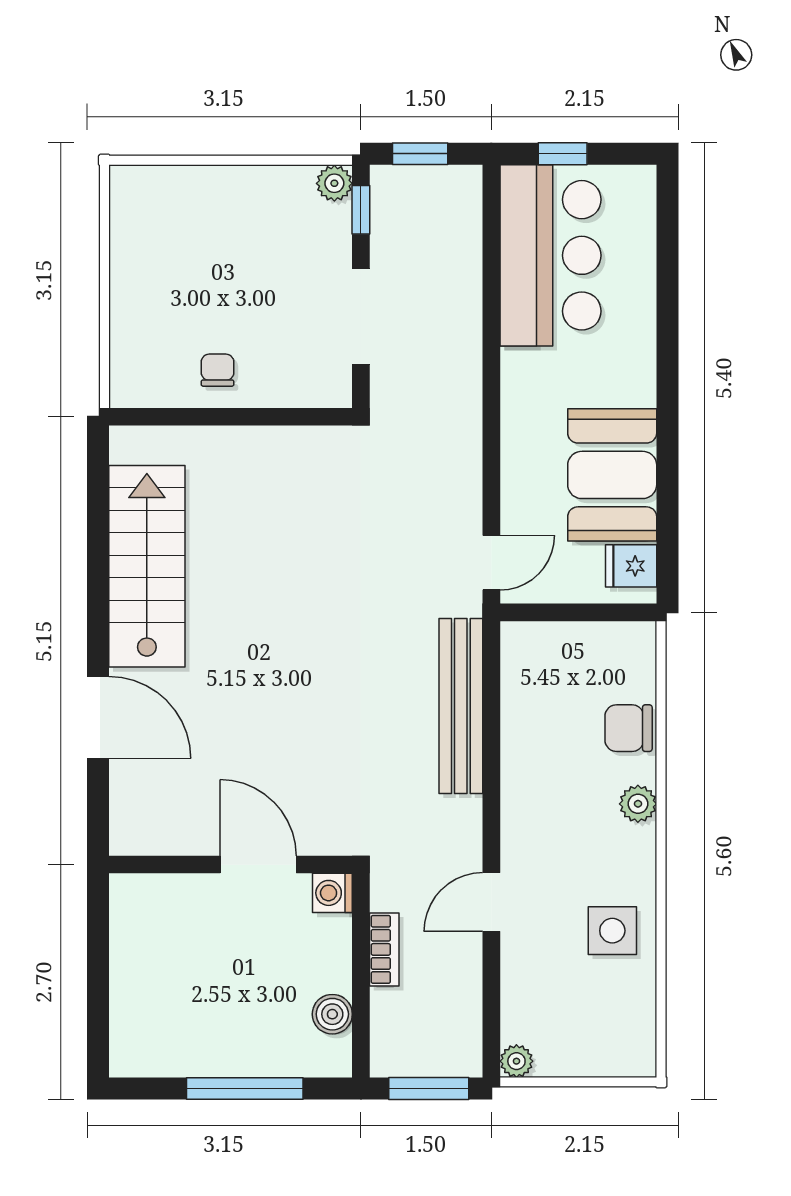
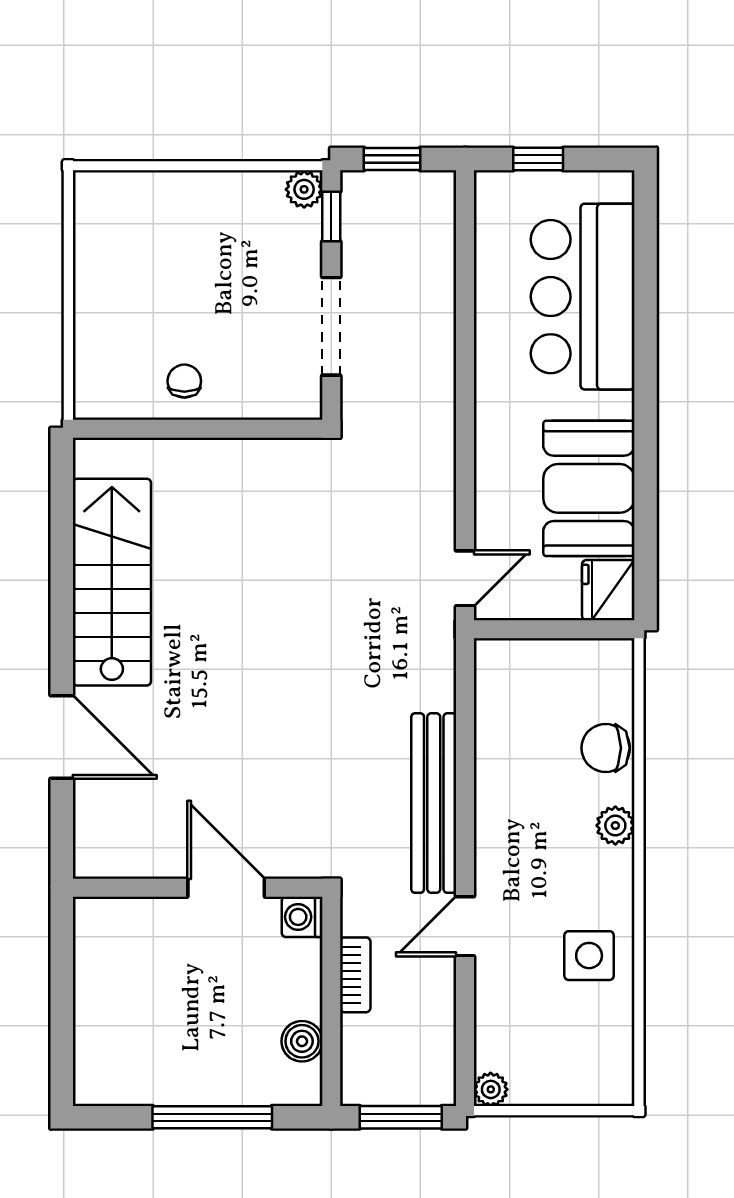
bar counter: (550, 255) -> (583, 297), moved, turned 180
fridge: (631, 566) -> (608, 590), width x1.38
bench: (461, 706) -> (434, 803), moved

